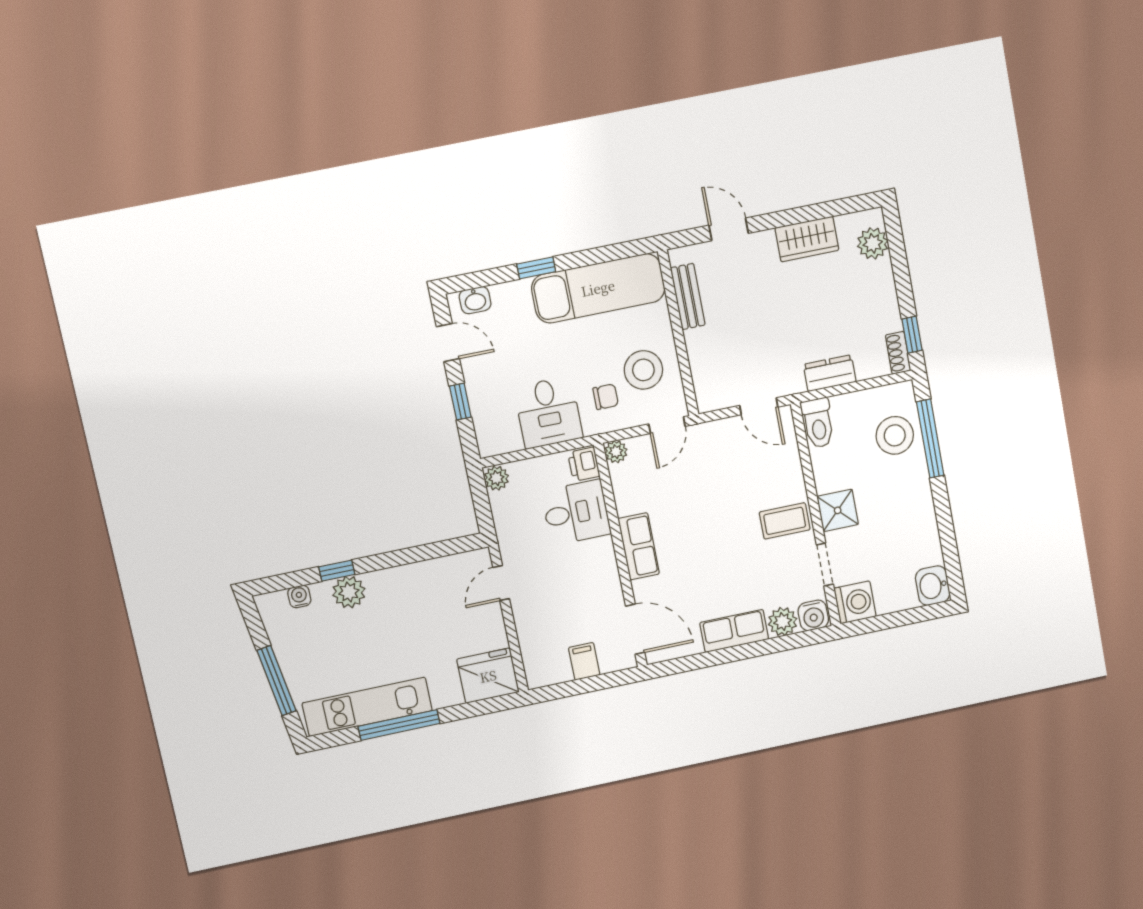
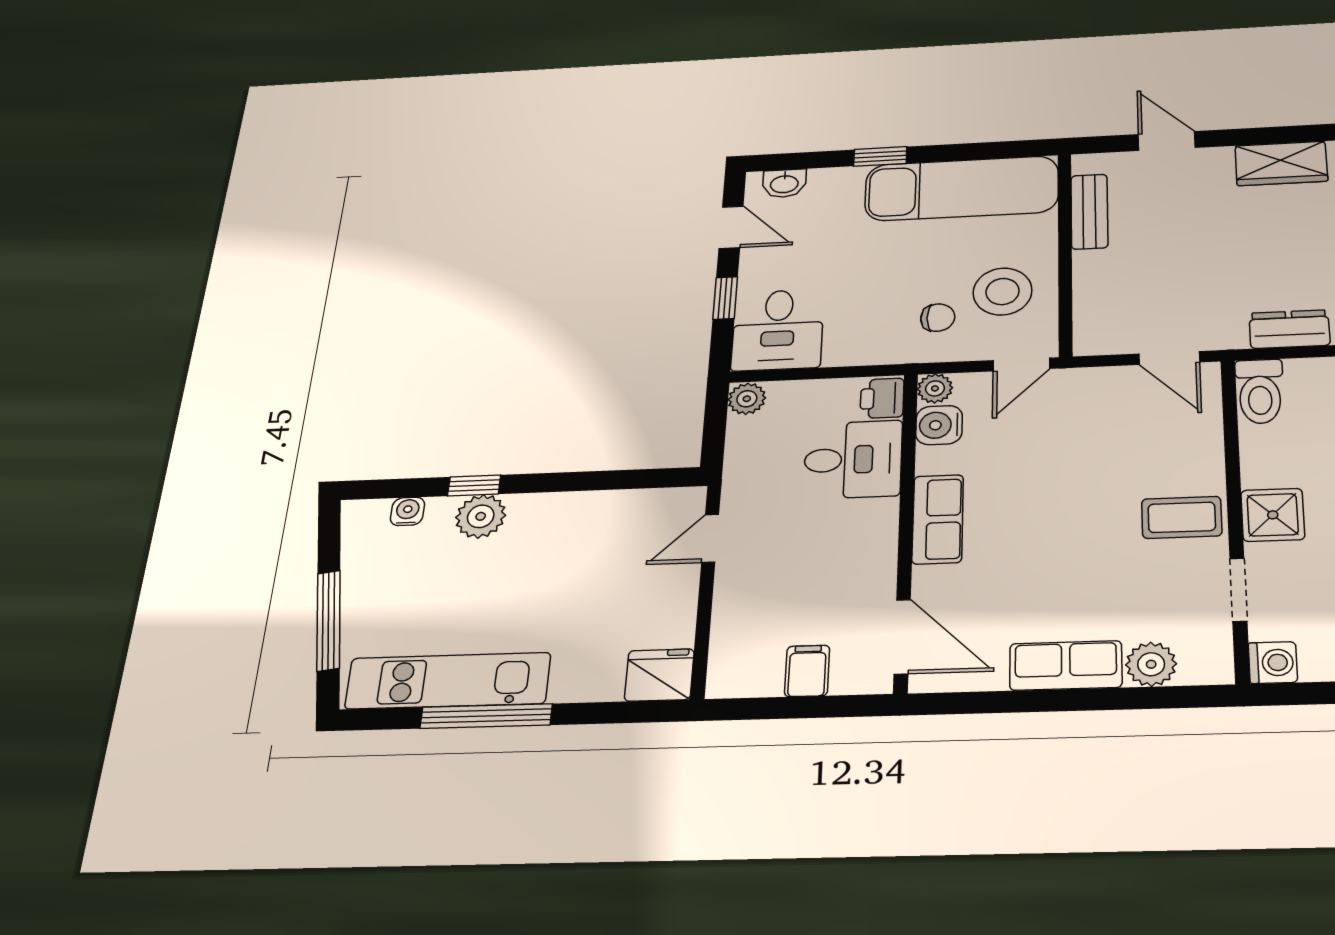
desk: (548, 412) -> (778, 330), moved
washing machine: (855, 602) -> (1273, 663), width x0.73, depth x0.73
water cooler: (813, 615) -> (939, 425), moved, turned 90
fridge: (488, 676) -> (659, 675), width x0.73, depth x0.75

